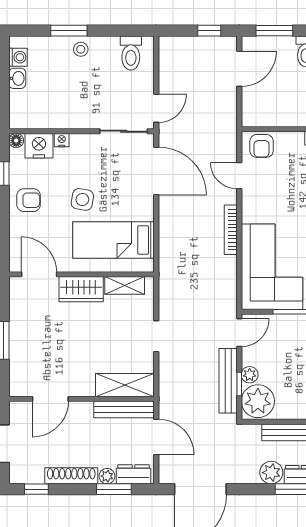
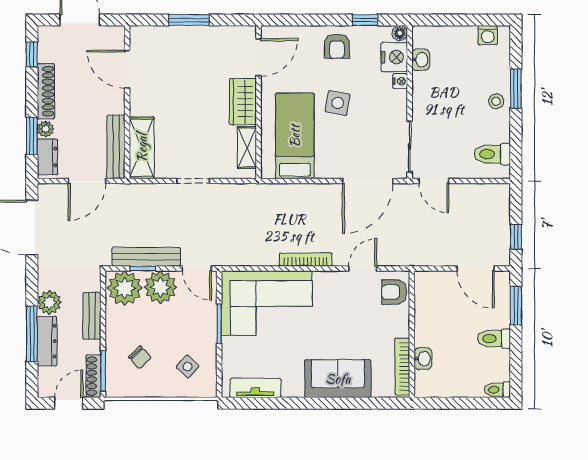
washbasin: (17, 78) -> (421, 60), moved, turned -90
plant: (250, 375) -> (160, 287), width x1.87, depth x1.87

